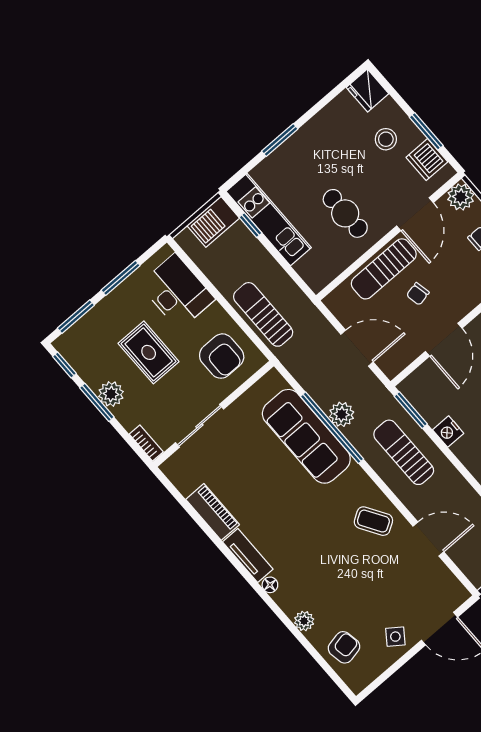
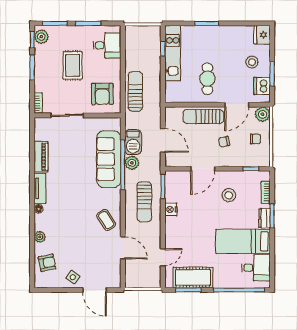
barbecue: (213, 222) -> (133, 142), moved, turned -90
desk: (177, 292) -> (107, 45), width x0.73
chair: (418, 294) -> (224, 142), moved
plant: (111, 394) -> (41, 37), moved
sun lounger: (404, 452) -> (144, 202), turned 180

